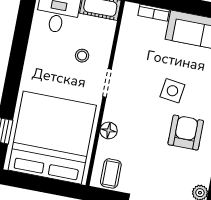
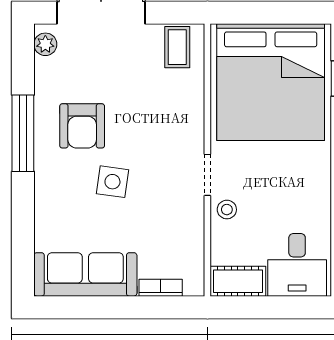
stool: (82, 56) -> (227, 210), moved
floor lamp: (109, 130) -> (192, 108), removed

